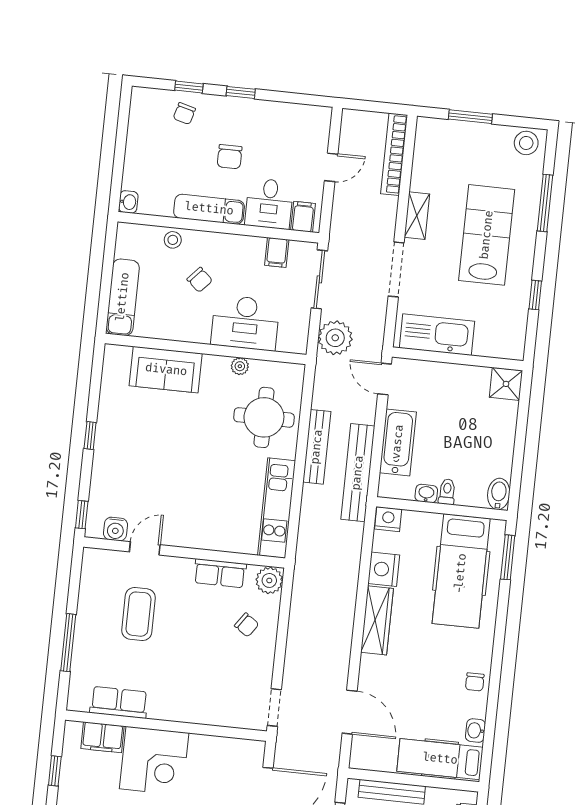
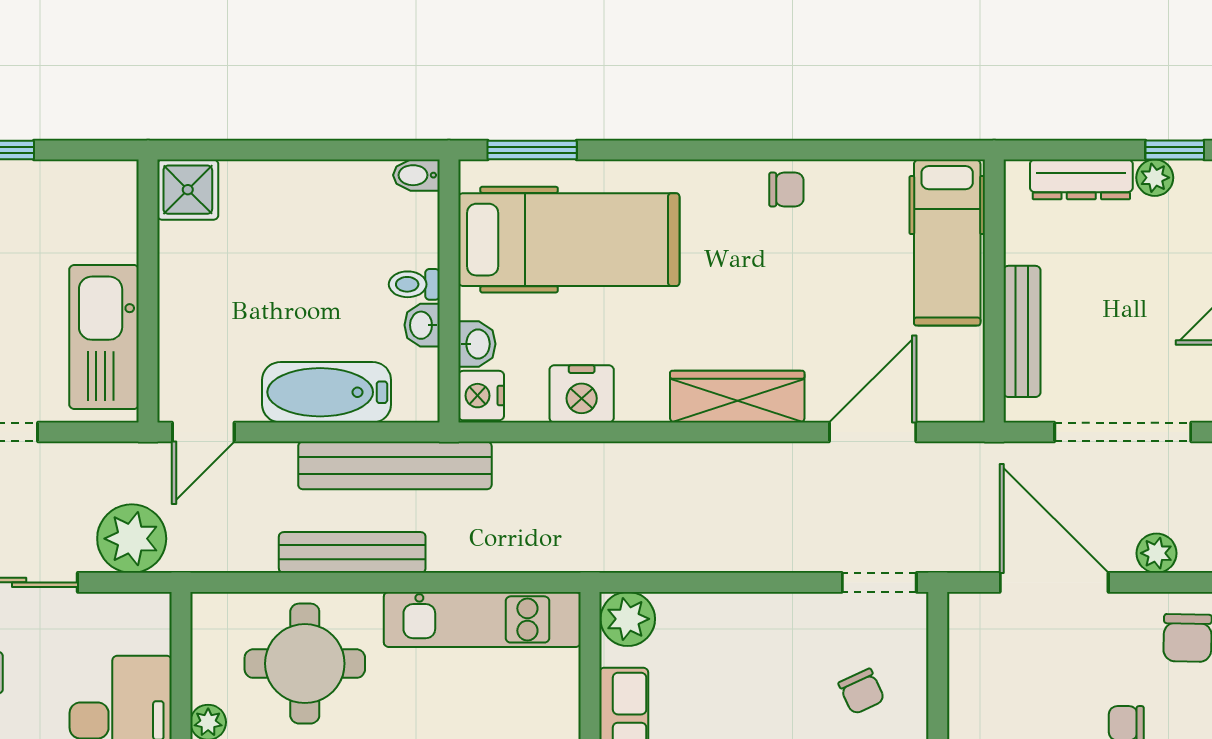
bidet: (499, 494) -> (416, 175), width x0.72, depth x0.74
wardrobe: (377, 620) -> (737, 397), moved
chair: (247, 625) -> (862, 691), moved, turned 120
washbasin: (475, 731) -> (477, 344), moved, turned -90

